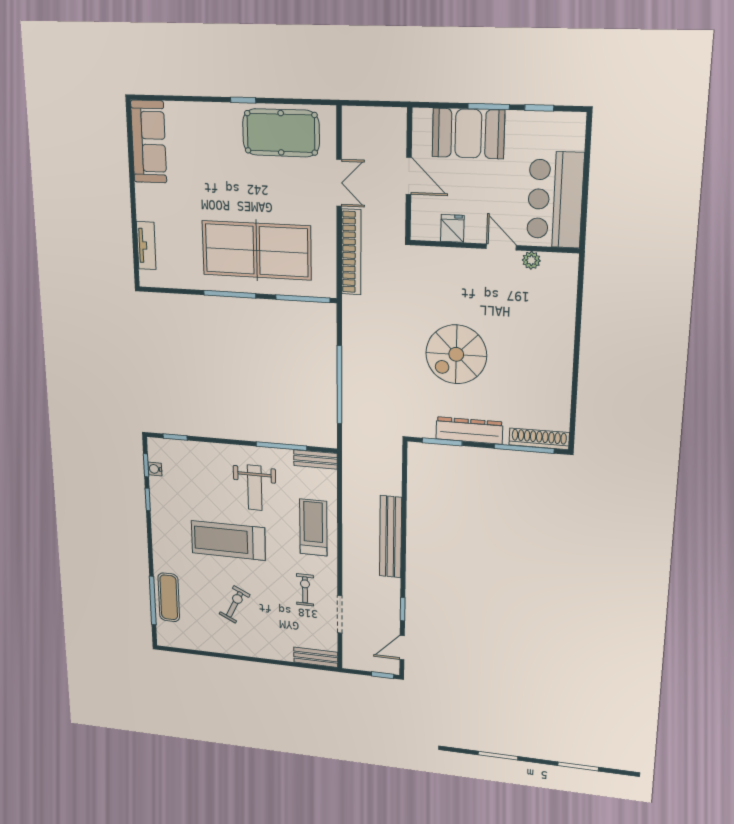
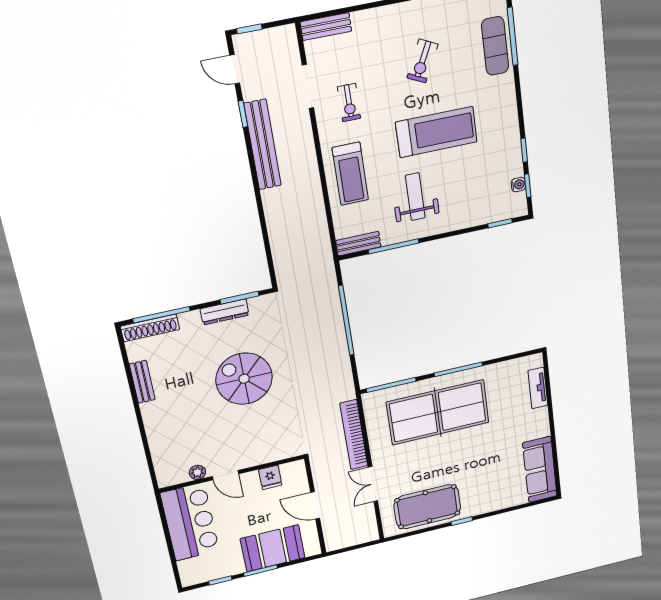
spiral stairs: (456, 354) -> (244, 379), turned -90
bench: (563, 384) -> (142, 382), added
dresser: (469, 430) -> (225, 312), width x0.73, depth x0.80
bench: (391, 537) -> (263, 145), moved
door: (402, 648) -> (235, 69), swing flipped

